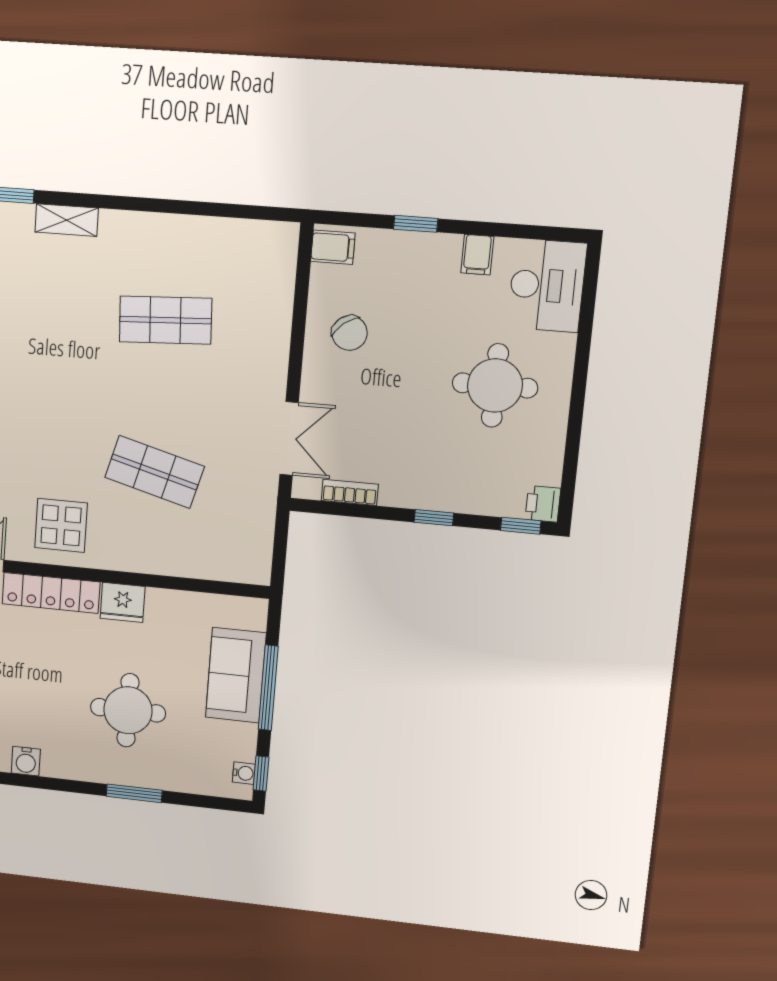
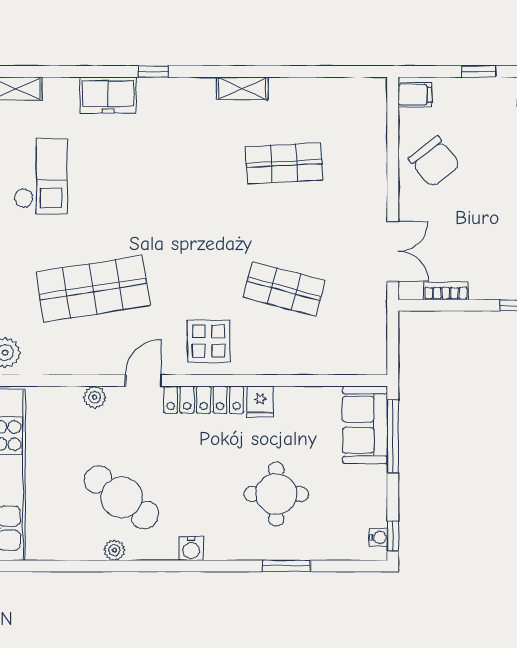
shelving: (67, 220) -> (242, 88), moved
chair: (350, 333) -> (434, 162), width x1.37, depth x1.37
fridge: (123, 602) -> (260, 402), width x0.72
sofa: (236, 675) -> (365, 425), moved
window: (268, 688) -> (393, 436), moved

